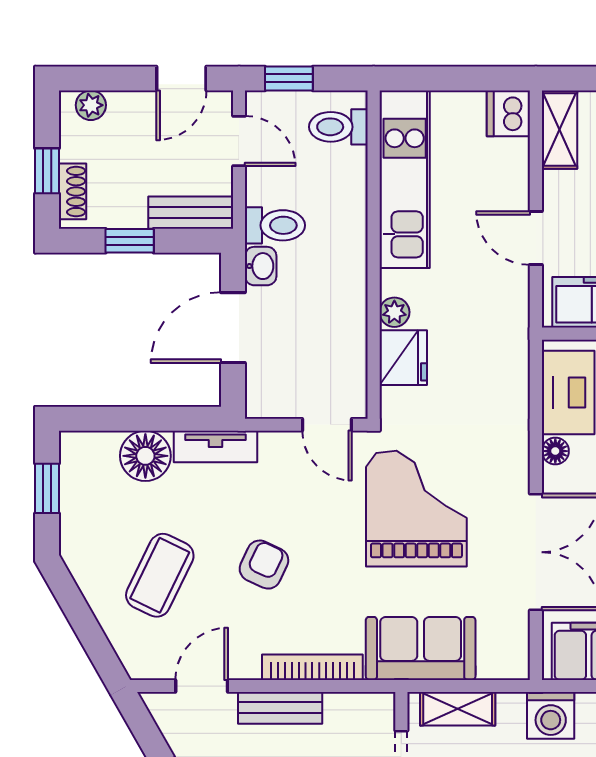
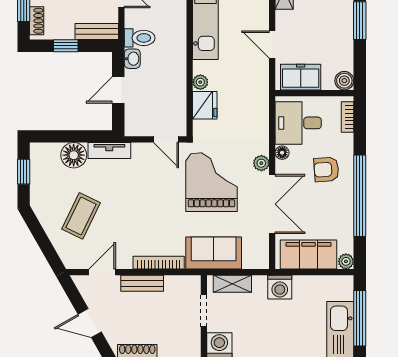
door: (233, 328) -> (118, 90), width x0.73
plant: (514, 472) -> (261, 163), added
armchair: (264, 565) -> (134, 210), removed

